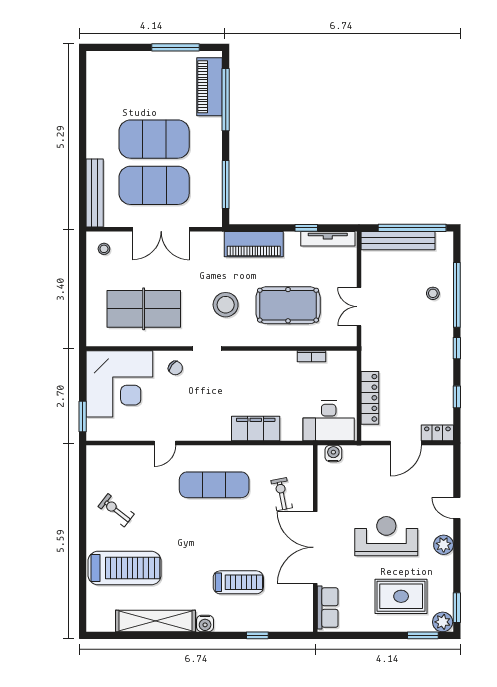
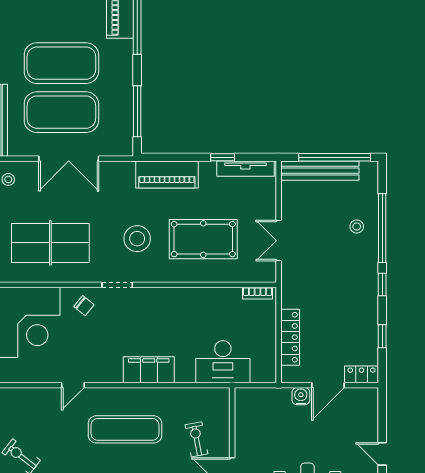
bookcase: (312, 356) -> (257, 293), moved
desk: (329, 421) -> (223, 362), moved
filing cabinet: (256, 429) -> (149, 370), moved
water cooler: (333, 453) -> (301, 396), moved

